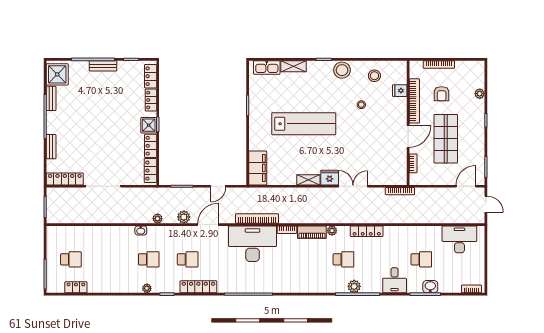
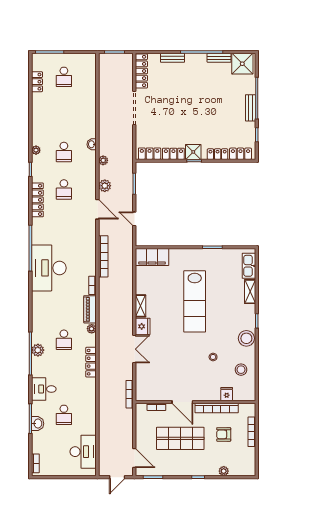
desk: (253, 244) -> (49, 268), moved, turned 180

